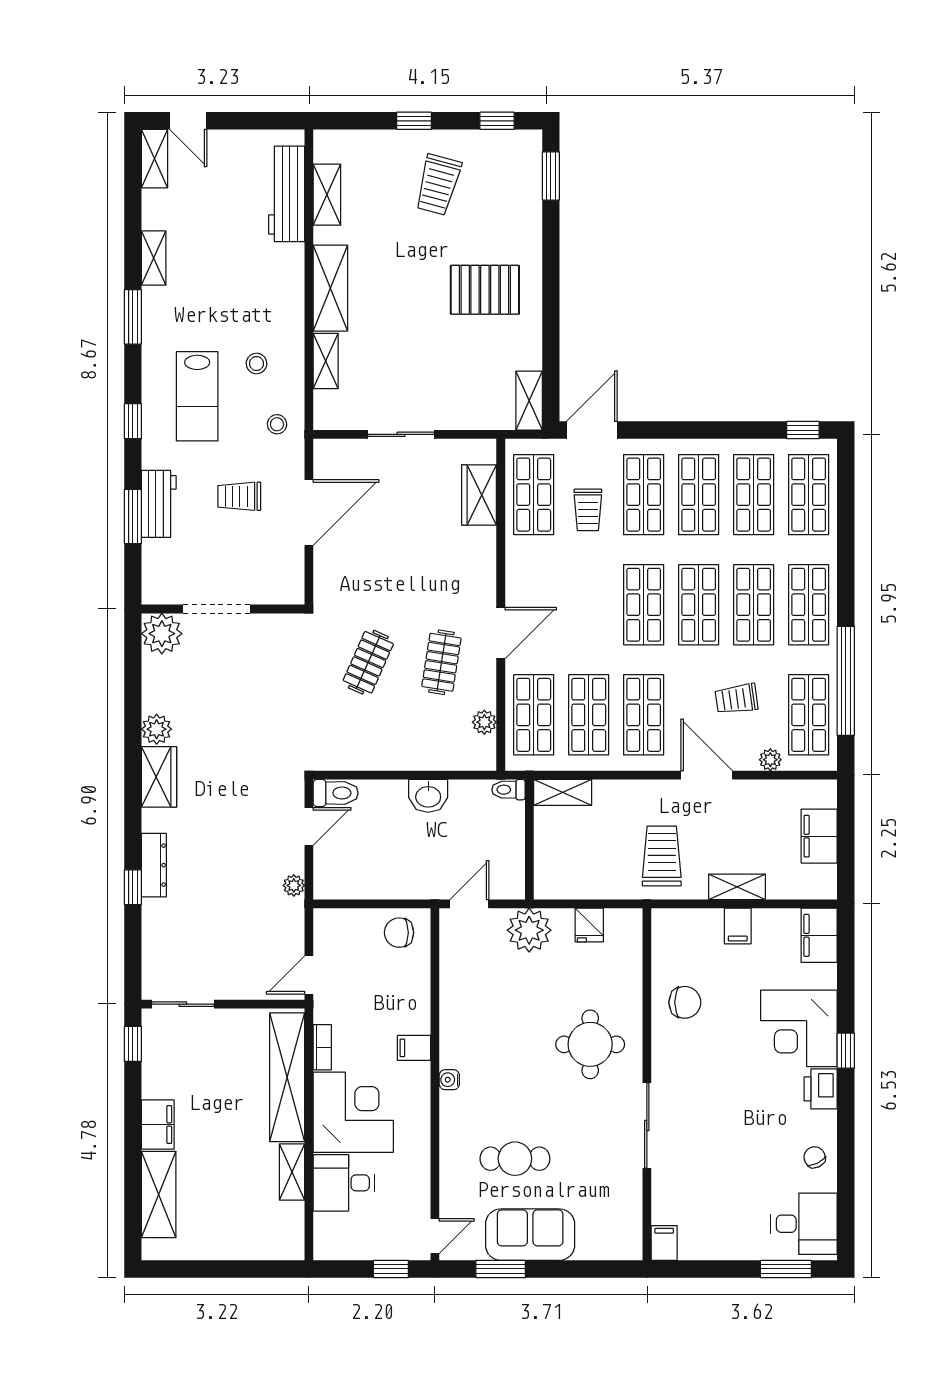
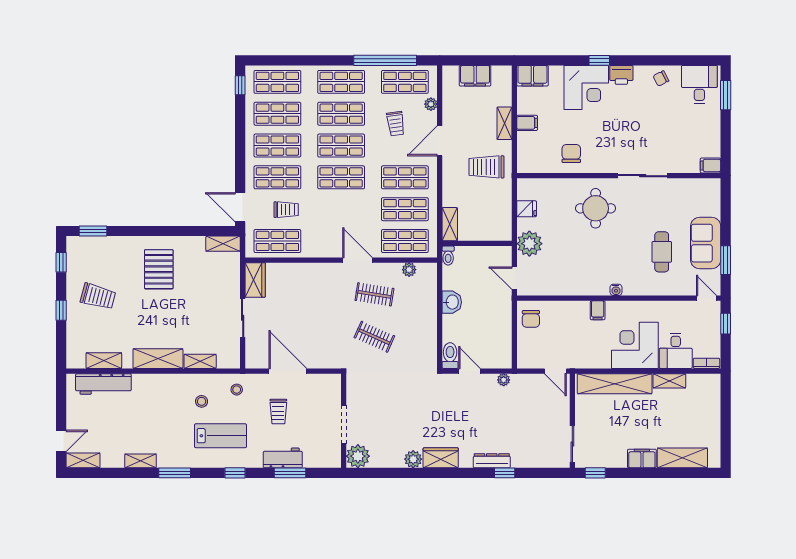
wardrobe: (479, 495) -> (255, 280), moved, turned -90
bookcase: (322, 1047) -> (706, 363), moved

